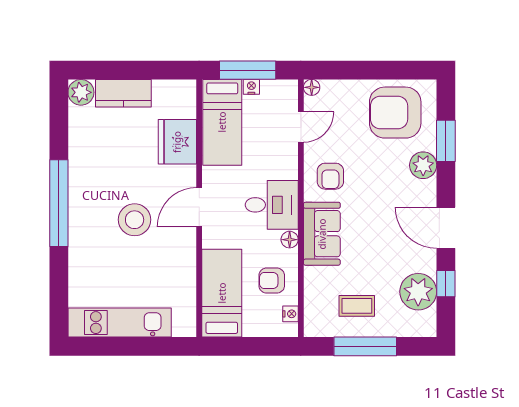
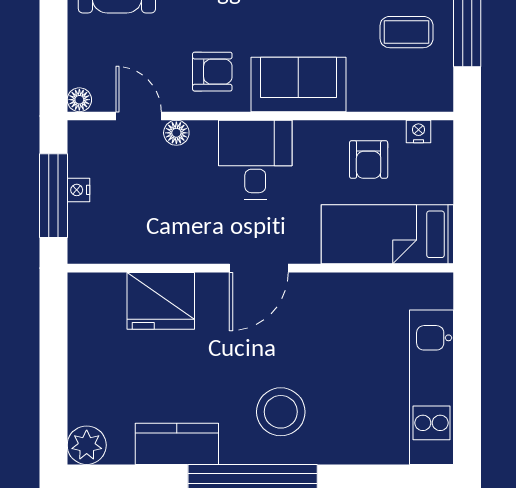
kitchen counter: (123, 93) -> (177, 444), moved, turned -90
bed: (222, 122) -> (132, 234), removed
door: (199, 207) -> (259, 268), hinge flipped
stool: (135, 220) -> (281, 412), moved
floor lamp: (290, 240) -> (176, 133), moved
coffee table: (357, 306) -> (407, 32), turned 90

